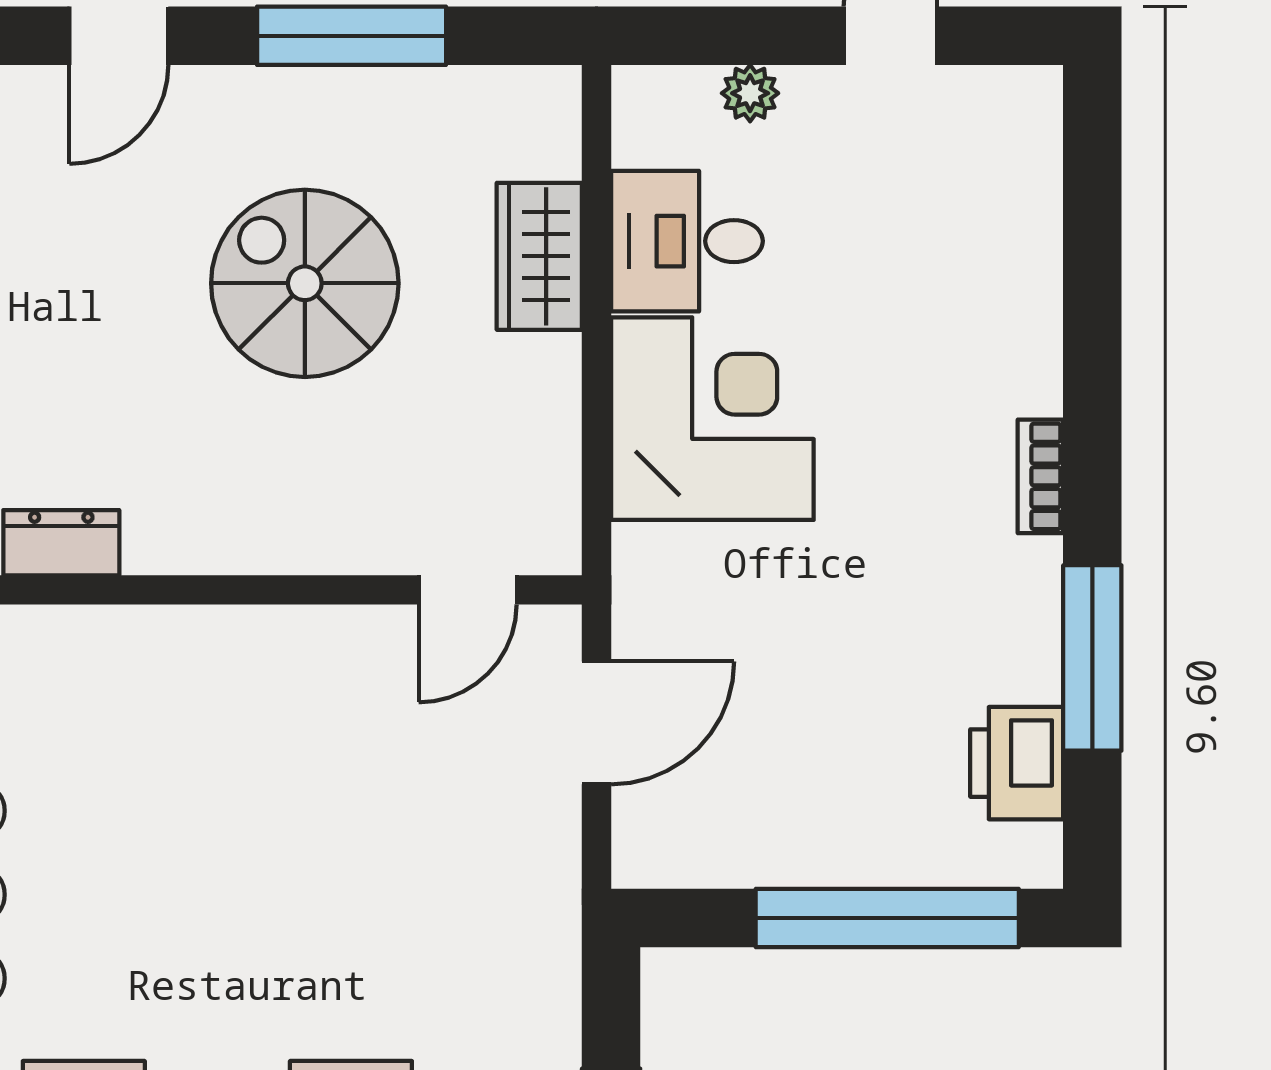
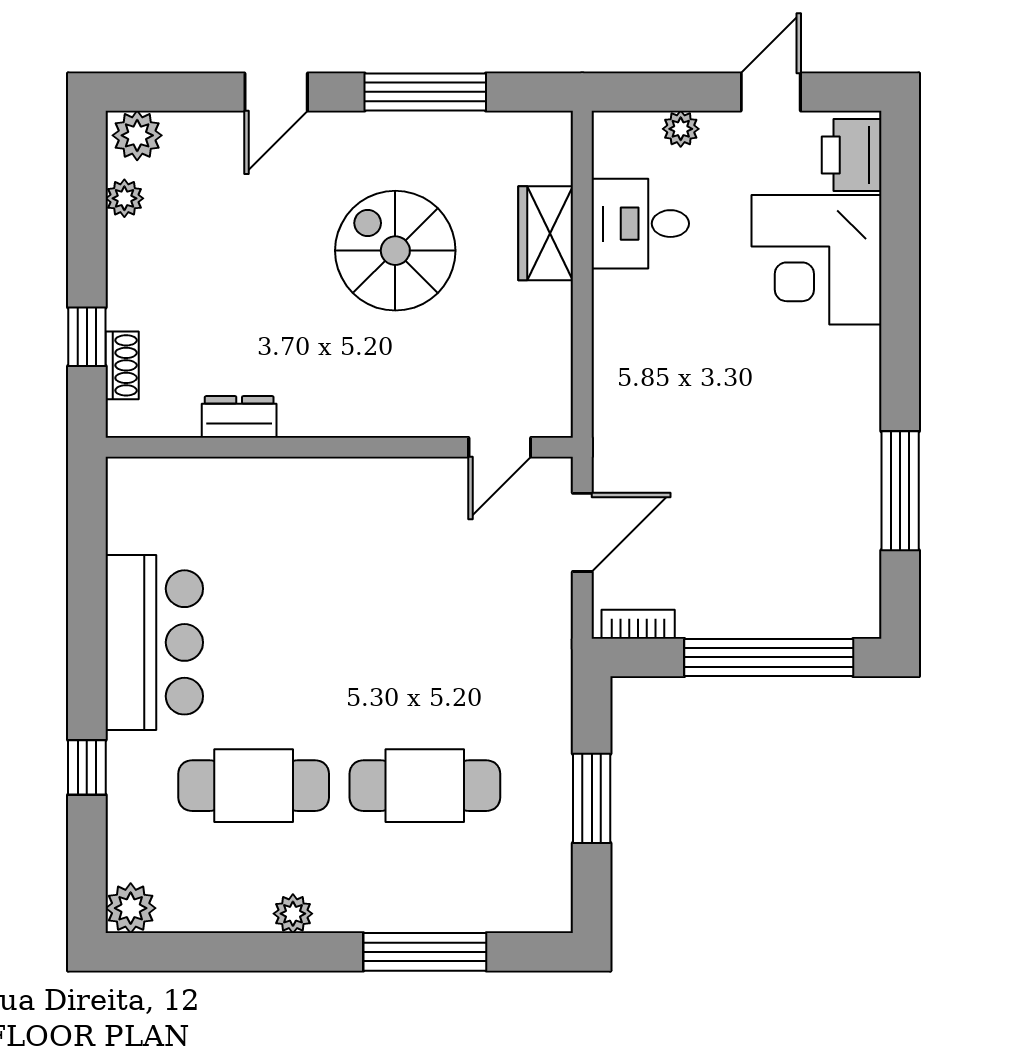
corner desk: (712, 419) -> (816, 260), moved, turned 180
bookcase: (1040, 476) -> (638, 624), moved, turned 90
printer: (1017, 763) -> (852, 155), moved

